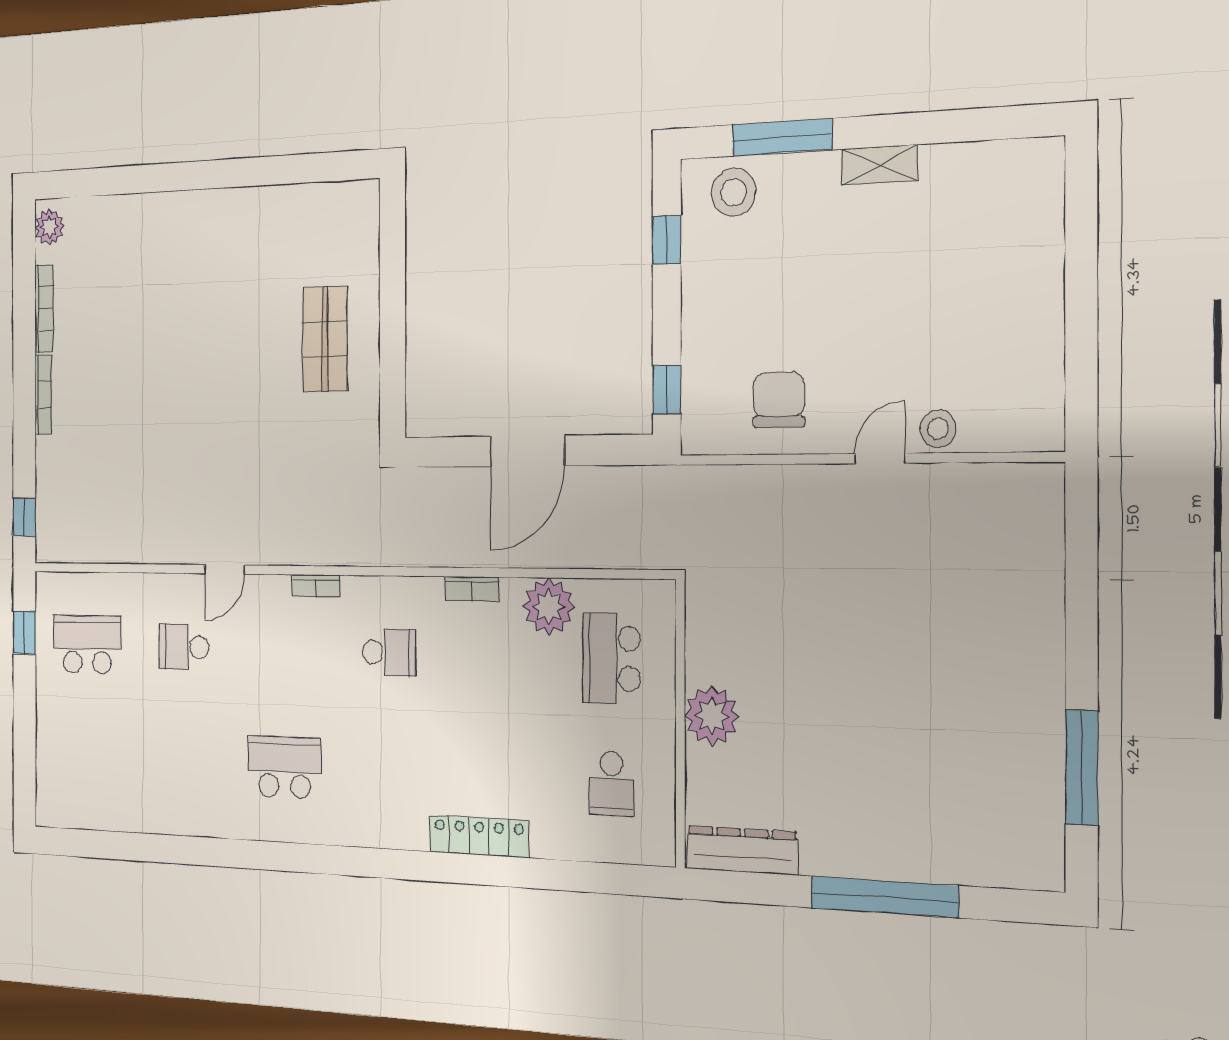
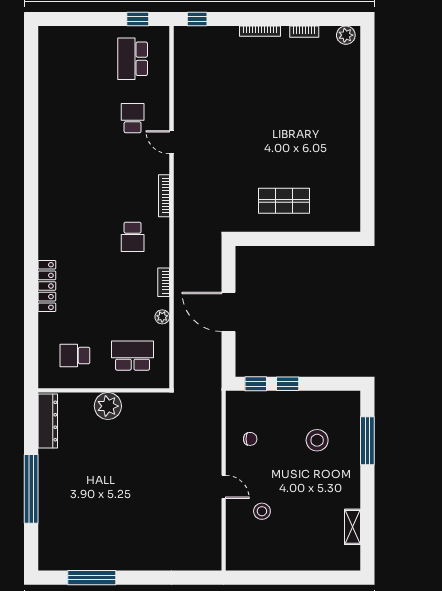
shelving: (879, 165) -> (353, 527), moved
stool: (734, 192) -> (317, 440), moved
window: (667, 240) -> (288, 384), moved
bookcase: (44, 308) -> (304, 32), width x0.64
chair: (779, 400) -> (250, 439), width x0.54, depth x0.54
stool: (938, 429) -> (262, 511), moved
bookcase: (316, 586) -> (164, 196), width x1.56
plant: (549, 607) -> (162, 317), width x0.53, depth x0.53
school desk: (87, 644) -> (133, 59), turned 180
school desk: (285, 767) -> (75, 177), removed

